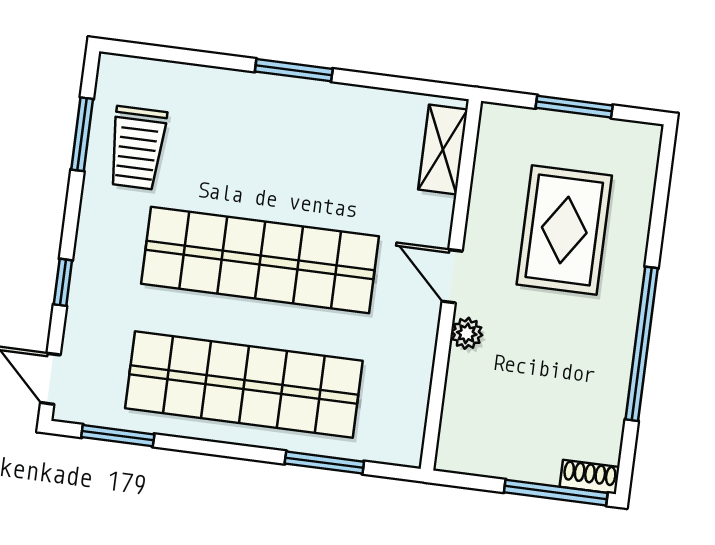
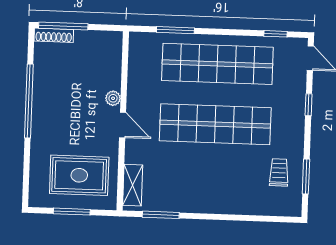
window: (294, 70) -> (161, 215), moved
trolley: (137, 148) -> (279, 172), width x0.73, depth x0.72
rug: (564, 230) -> (79, 175), moved, turned 90
window: (118, 436) -> (275, 34), width x0.67
shoe rack: (589, 477) -> (54, 35), width x1.43

